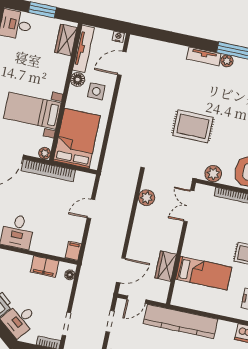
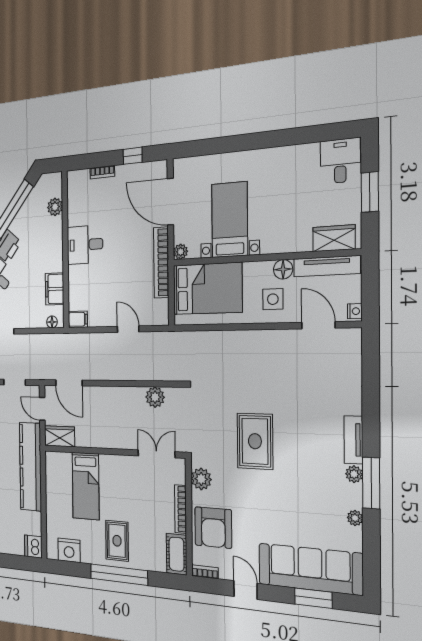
wardrobe: (166, 266) -> (59, 436), moved

